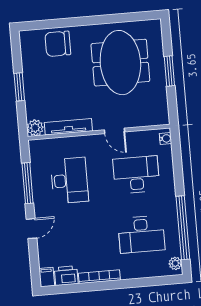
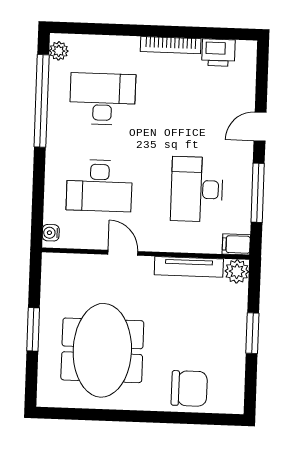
filing cabinet: (47, 277) -> (236, 244), moved, turned 90

